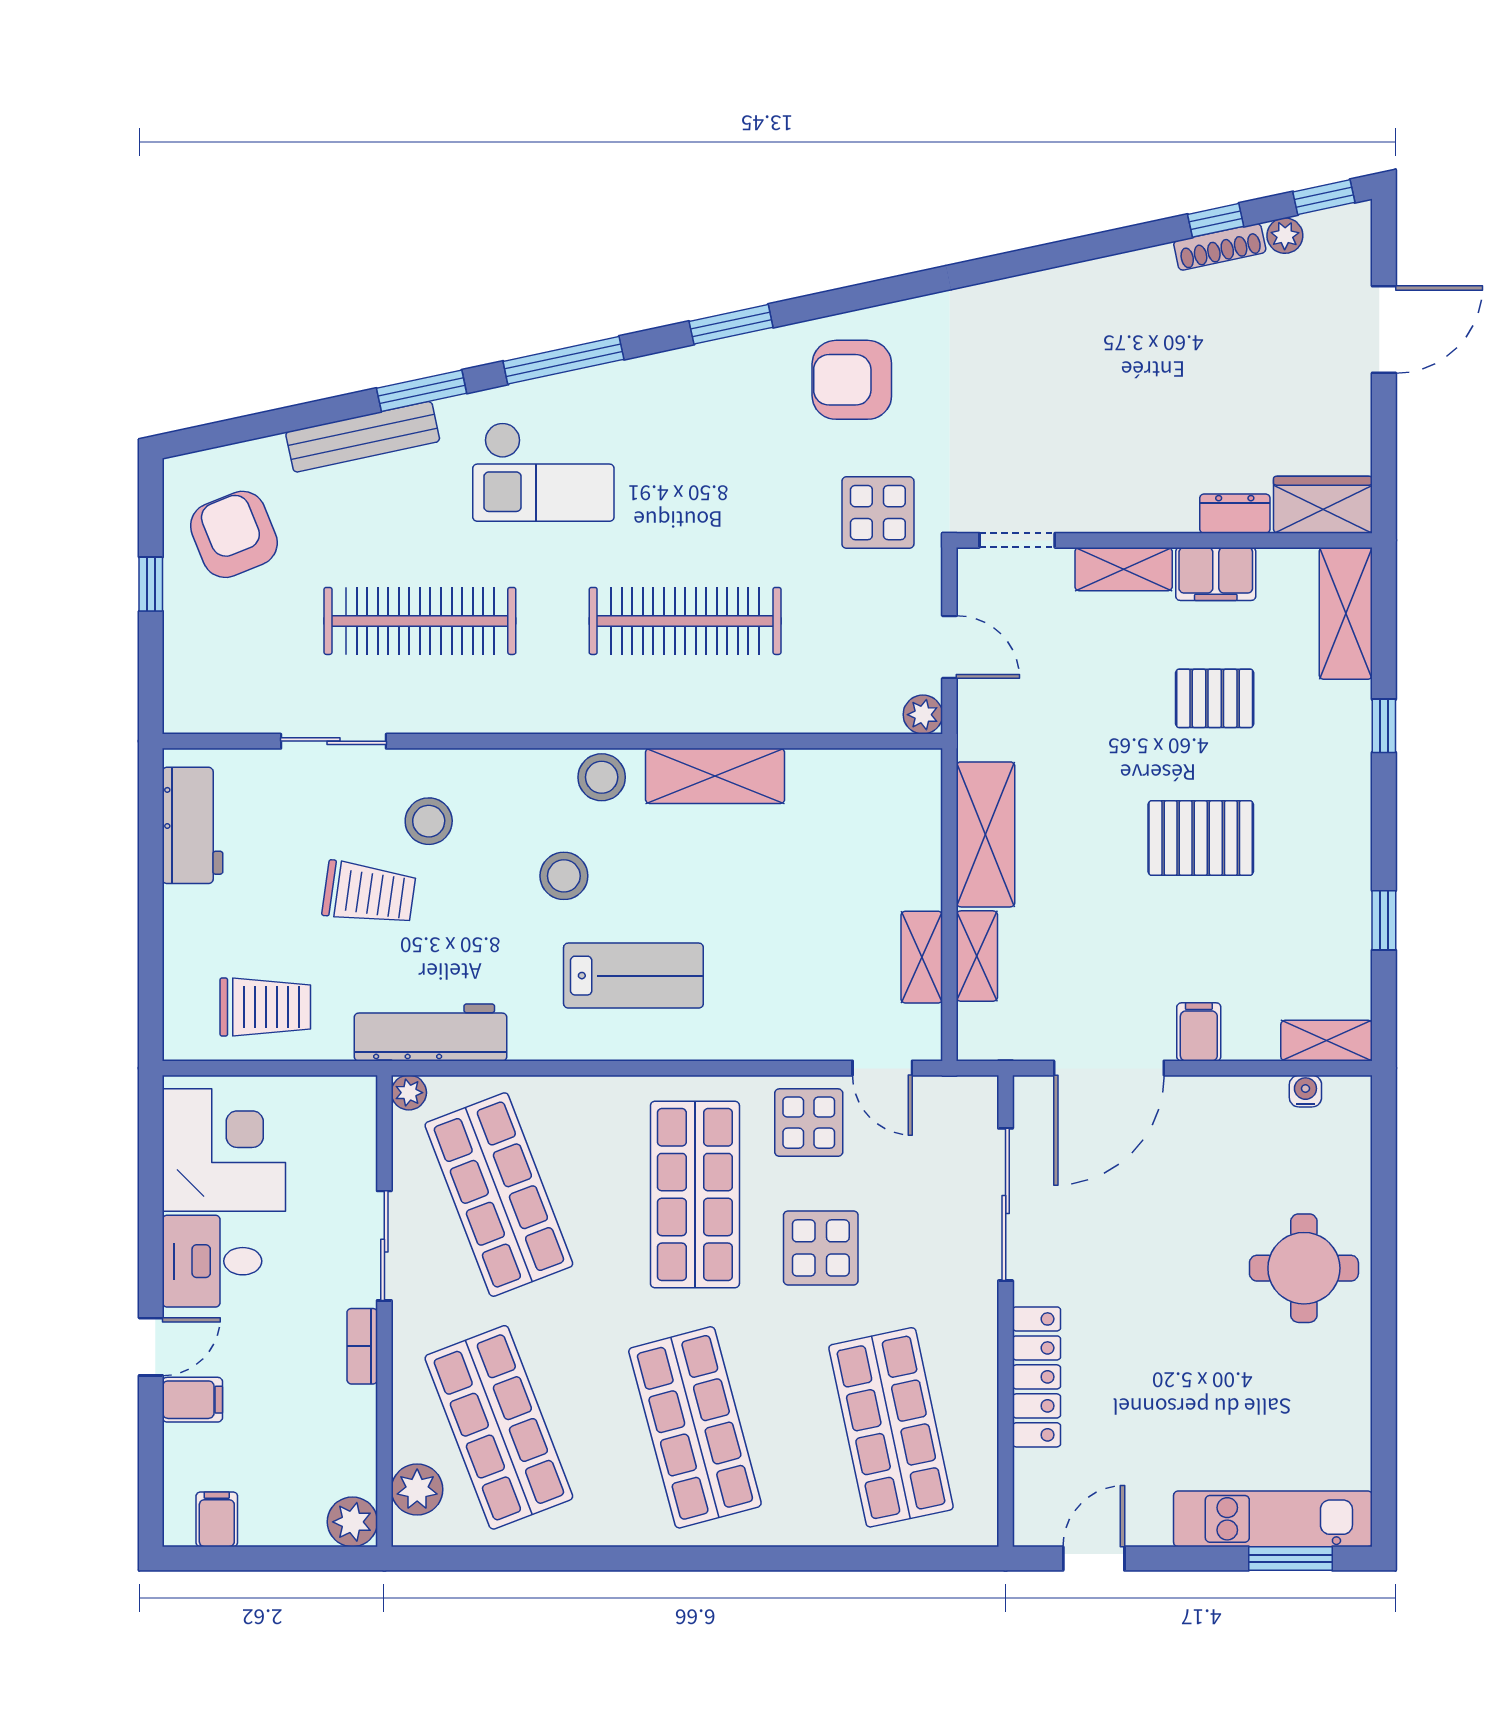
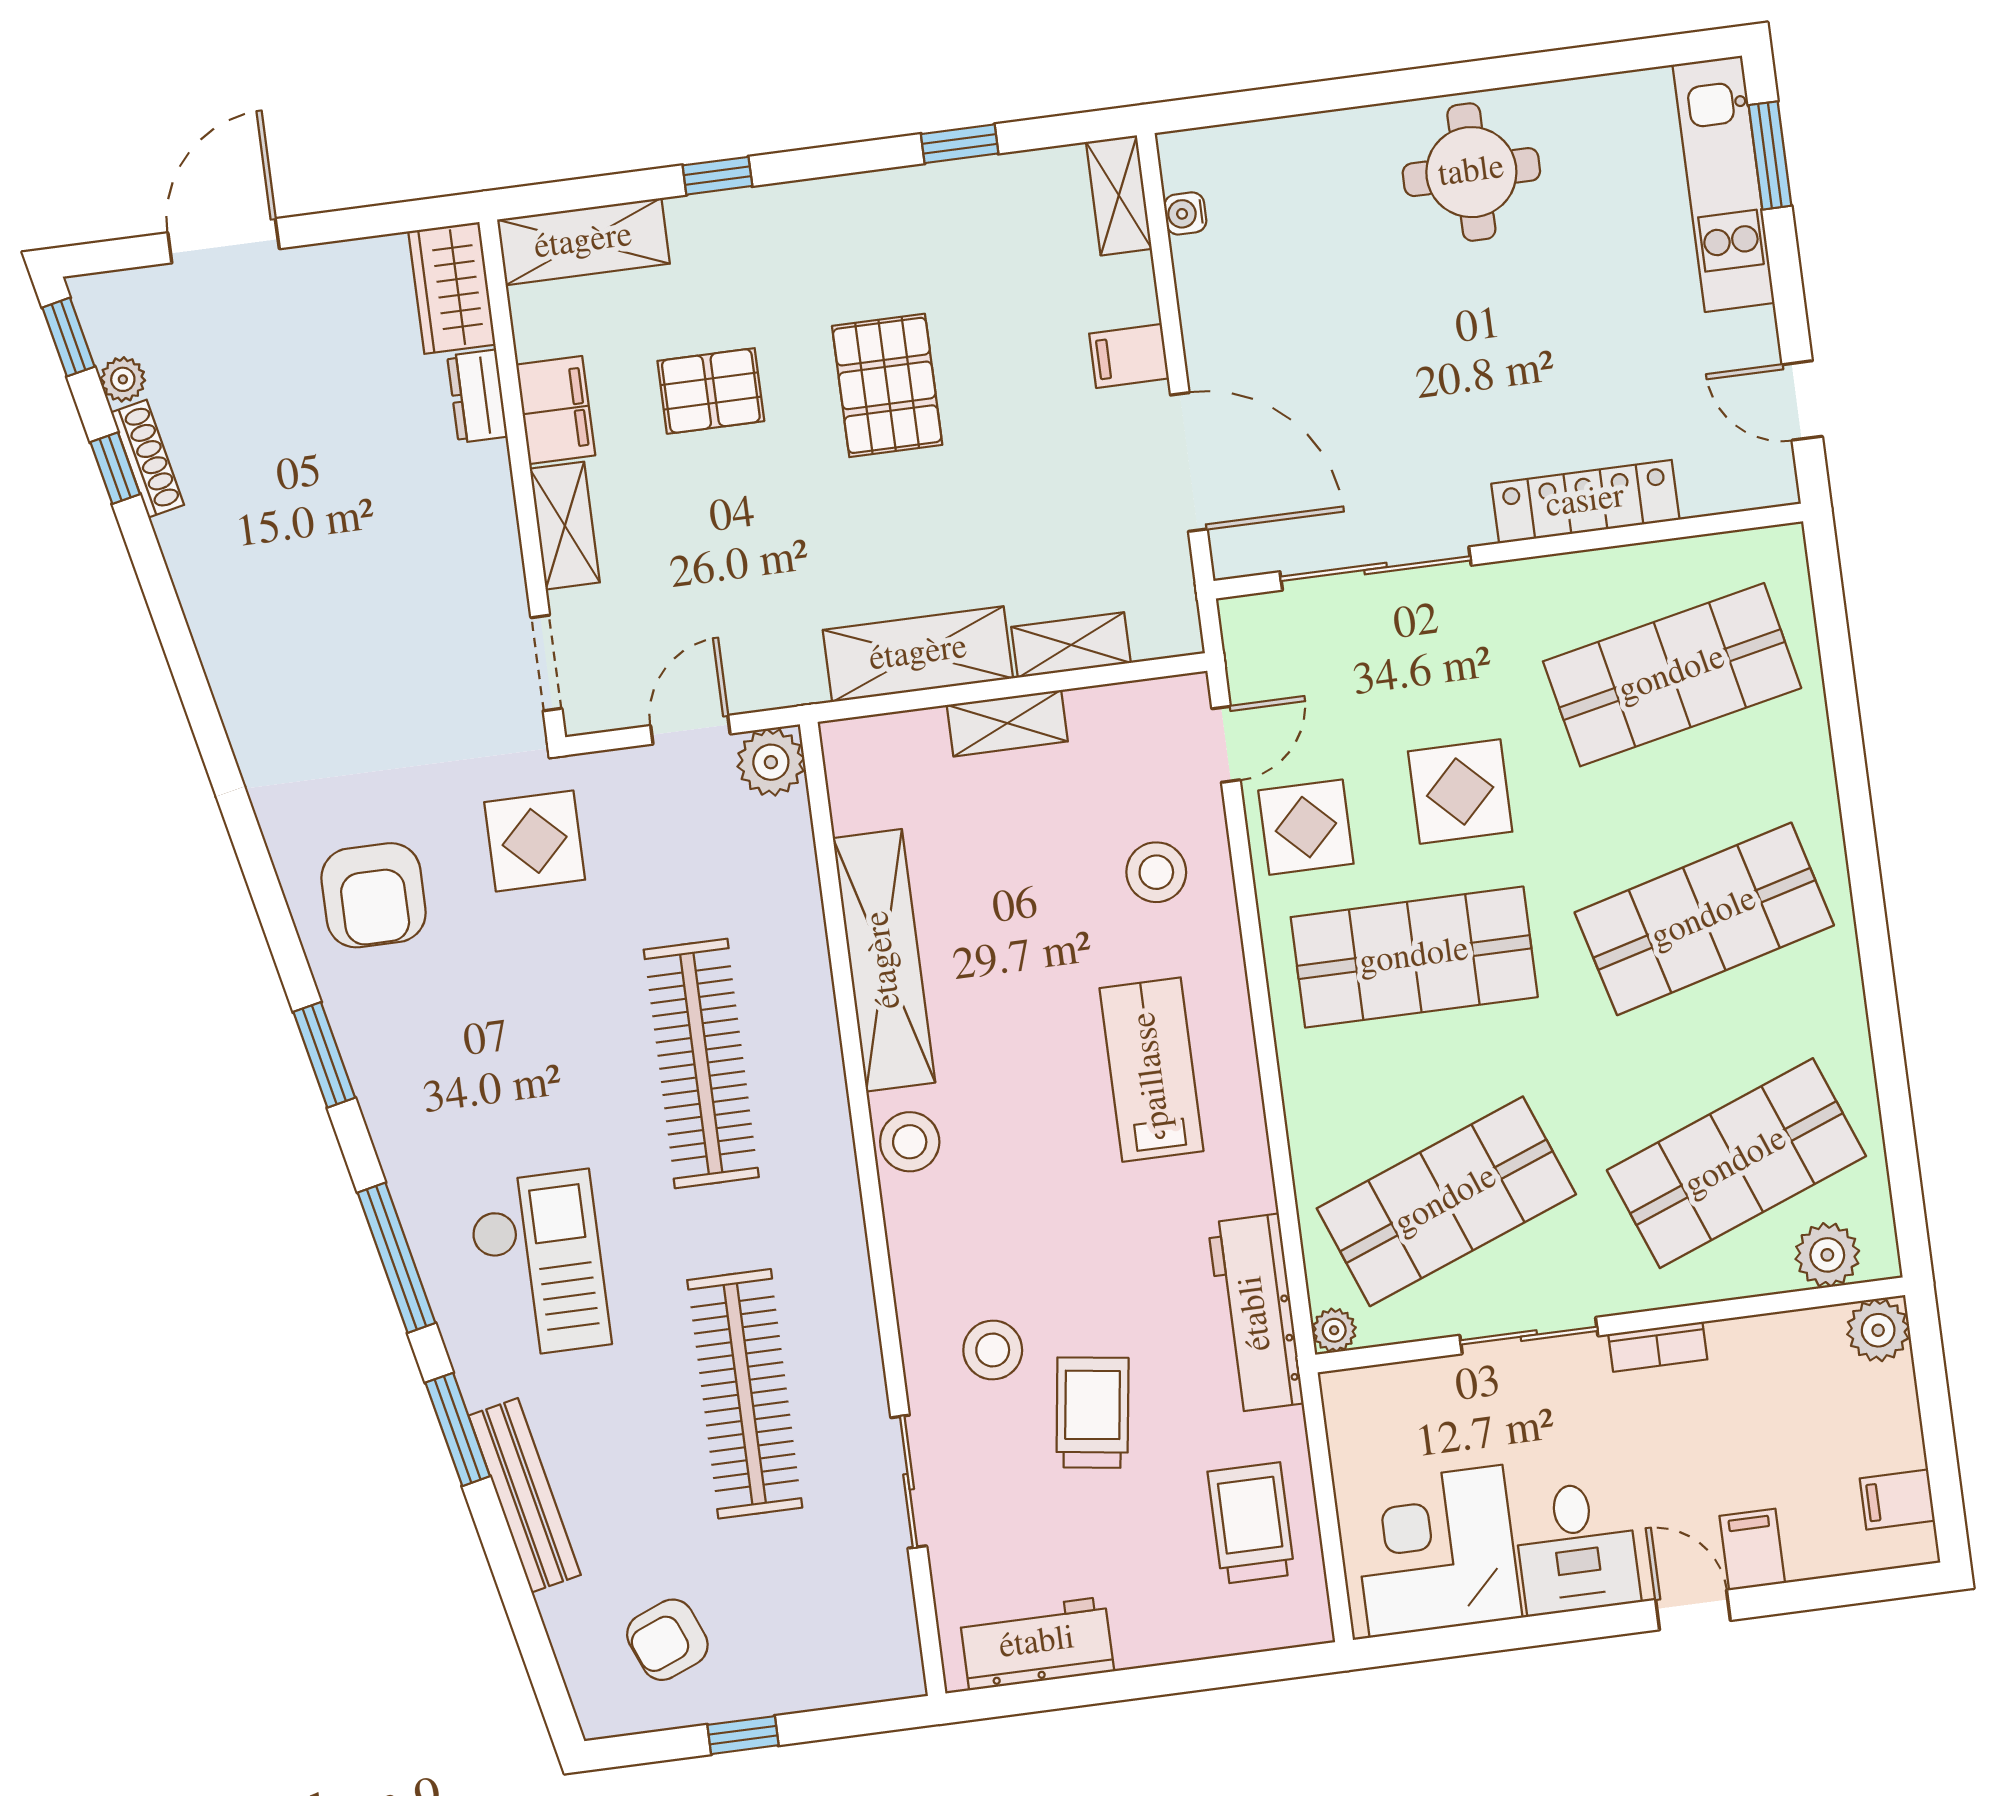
door: (1384, 330) -> (224, 241), hinge flipped
armchair: (234, 534) -> (667, 1640), width x0.72, depth x0.72
pallet: (1215, 698) -> (711, 391), turned 90
plant: (923, 715) -> (771, 762), width x1.38, depth x1.38
shelving: (715, 776) -> (884, 960), width x1.47
stool: (564, 876) -> (1156, 872), moved
shelving: (922, 957) -> (1007, 723), moved
round table: (1304, 1268) -> (1471, 172), moved

